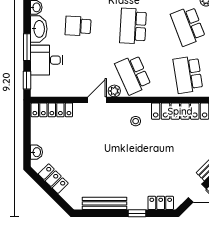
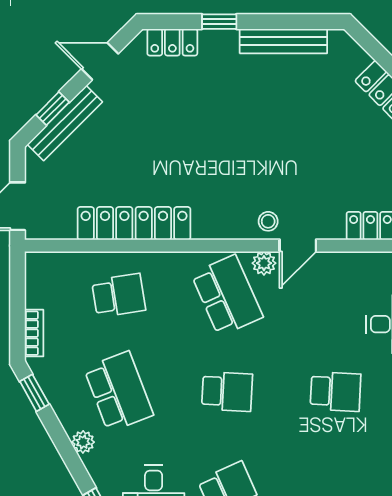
school desk: (133, 26) -> (227, 392), width x0.54
school desk: (188, 75) -> (119, 295), width x0.54
stool: (136, 121) -> (268, 221), moved

